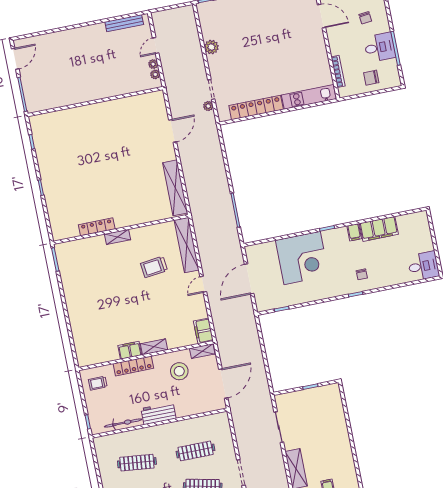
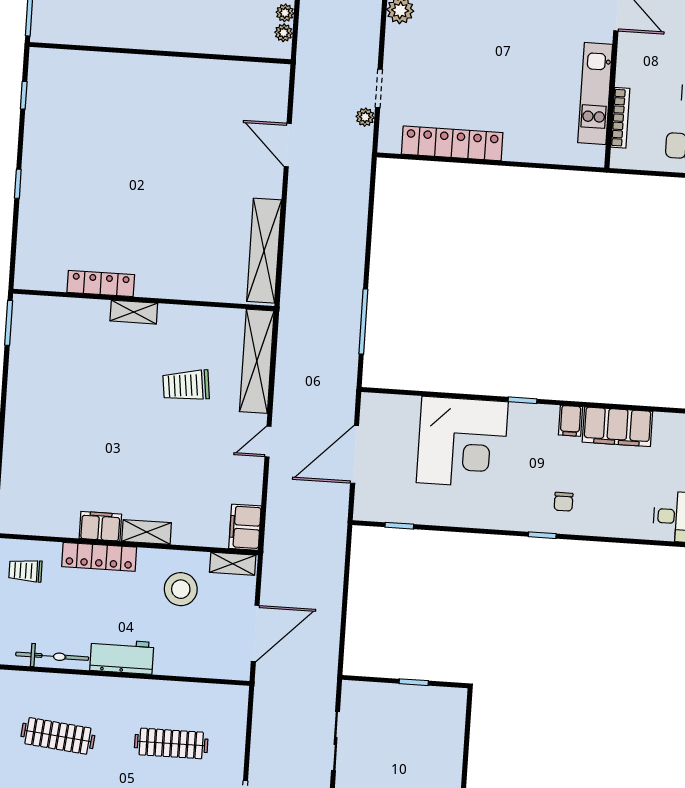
kitchen unit: (309, 97) -> (595, 93), moved, turned -90
door: (173, 131) -> (288, 145), swing flipped

